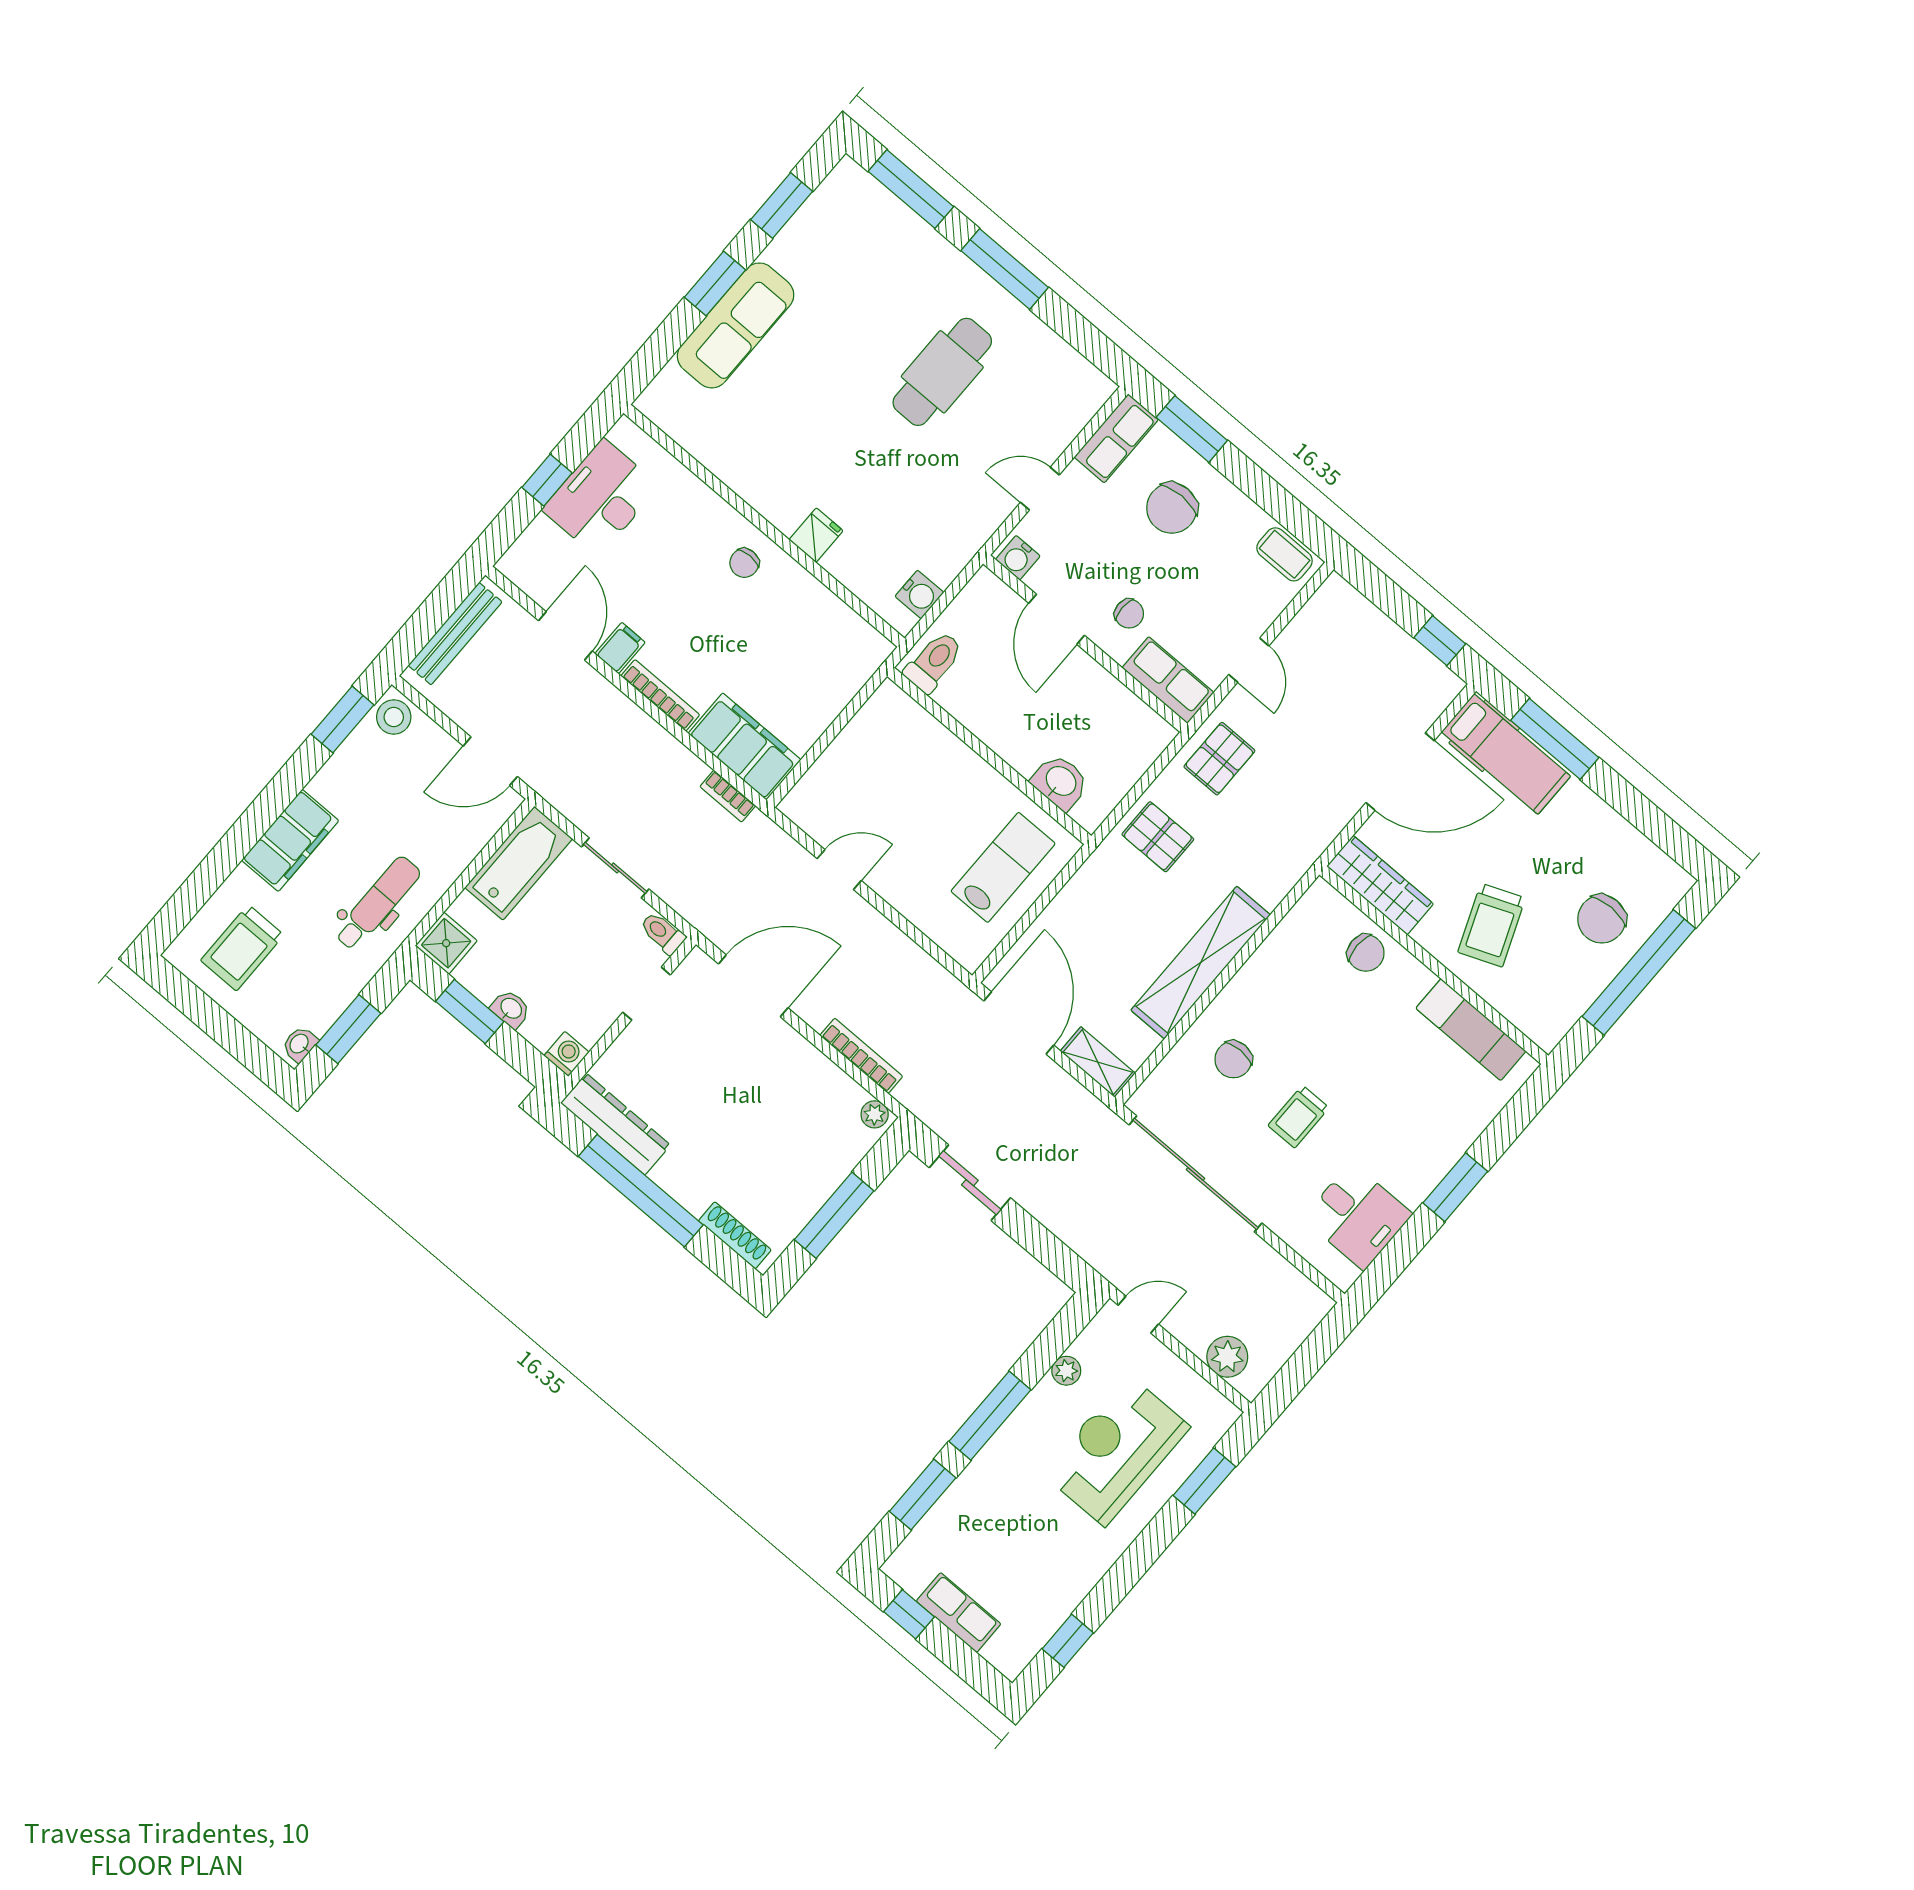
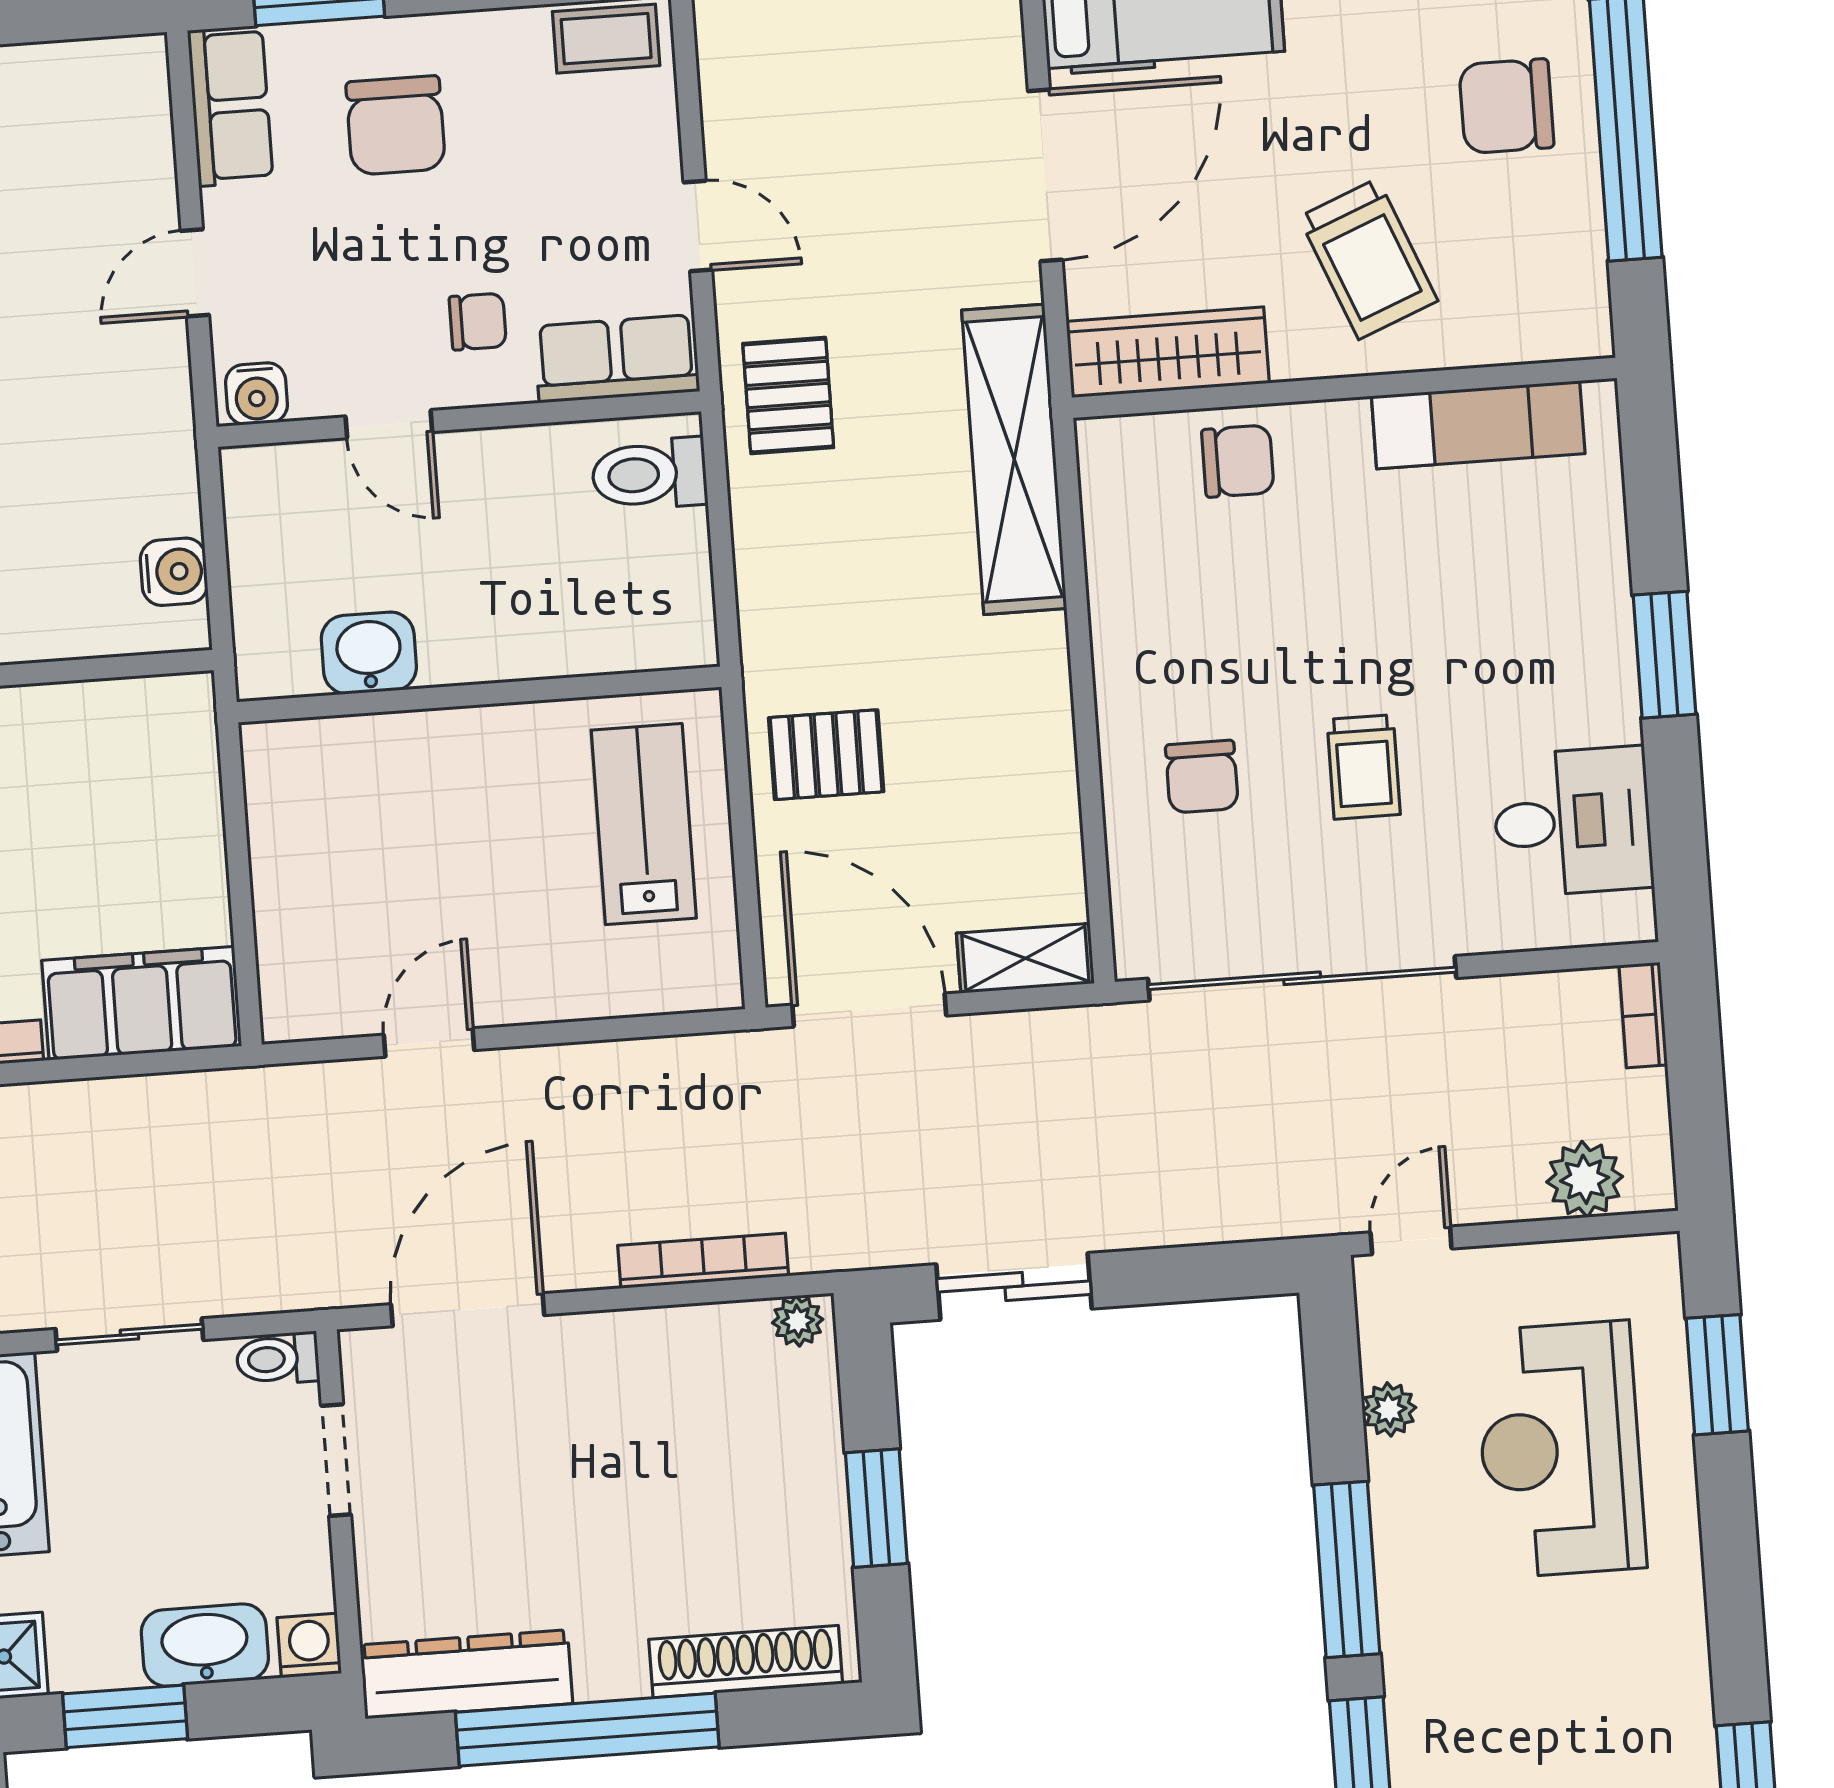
door: (1057, 619) -> (389, 424), width x0.73
toilet: (934, 662) -> (649, 474), moved, turned -90
washbasin: (1060, 782) -> (369, 653), moved
bookcase: (728, 796) -> (1643, 1015), moved, turned 90
pallet: (1158, 837) -> (826, 755), moved
chair: (1602, 919) -> (1506, 106), turned 90
shelving: (1201, 963) -> (1014, 459), moved
washbasin: (511, 1009) -> (205, 1645), width x1.91, depth x1.45
window: (834, 1215) -> (876, 1508), width x0.69
shoe rack: (735, 1235) -> (746, 1662), width x1.36, depth x1.24

